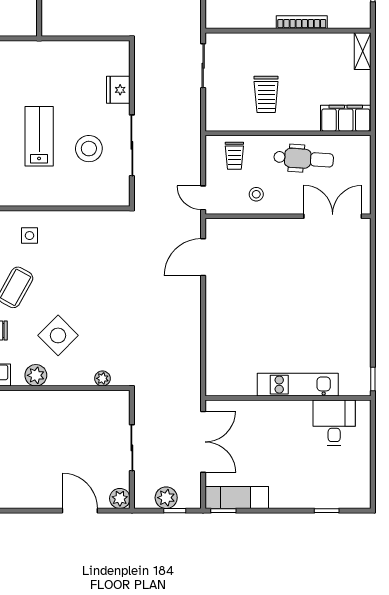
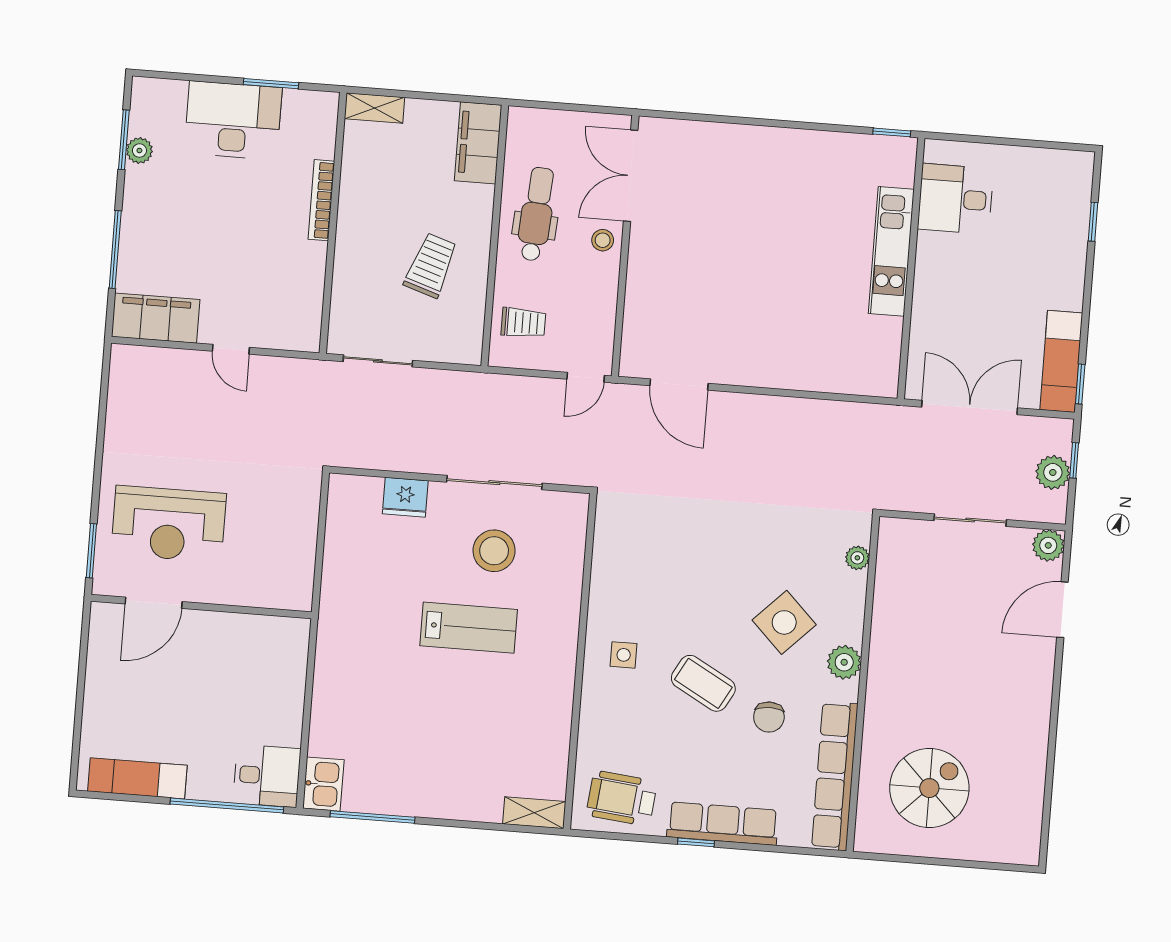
trolley: (266, 94) -> (431, 265), turned -72
lab bench: (39, 136) -> (469, 628), turned 180
stool: (256, 194) -> (603, 240), moved

